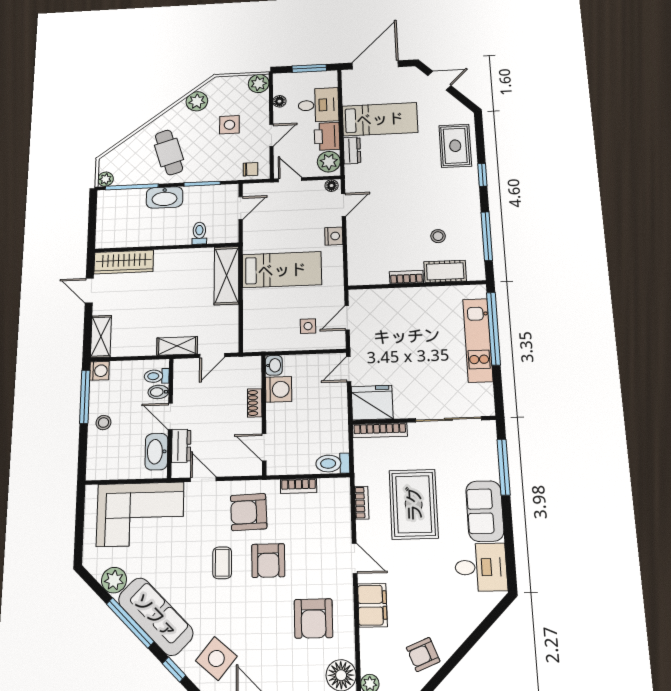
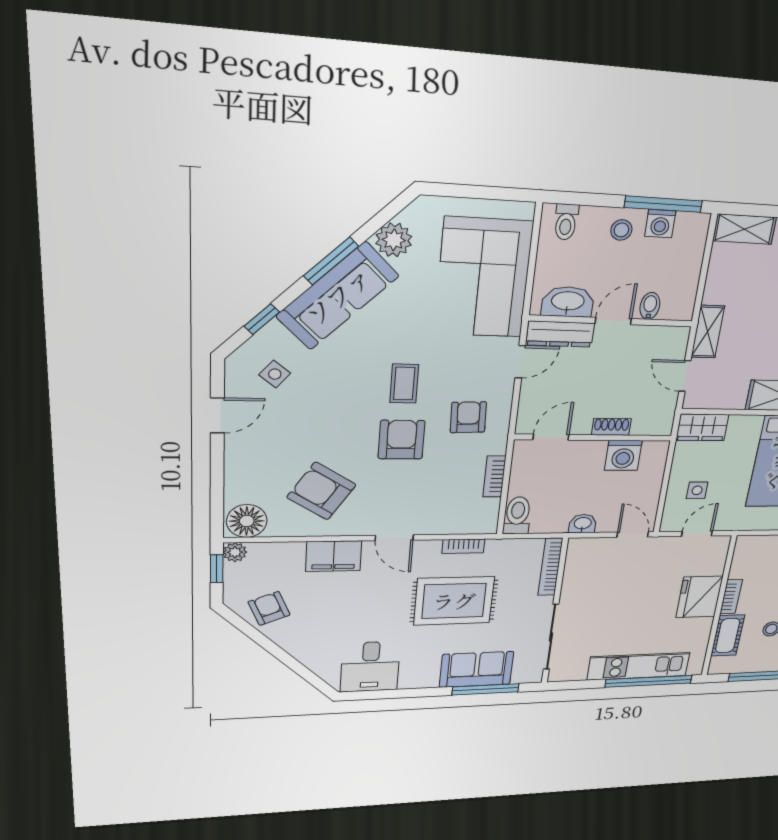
door: (347, 318) -> (697, 534), hinge flipped
wardrobe: (254, 334) -> (702, 427), added
washbasin: (274, 365) -> (583, 524), moved, turned 180
washing machine: (99, 371) -> (660, 224), moved
toilet: (157, 376) -> (566, 222), moved, turned 180
fridge: (372, 403) -> (699, 597), moved, turned 180
dresser: (181, 446) -> (560, 334), width x1.44
sofa: (485, 511) -> (477, 669), moved
armchair: (249, 512) -> (468, 417), width x0.72, depth x0.72
door: (355, 558) -> (394, 538), hinge flipped
armchair: (268, 561) -> (402, 440), turned 90
coffee table: (222, 563) -> (404, 384), turned 90
armchair: (313, 618) -> (321, 491), turned 33
window: (130, 623) -> (331, 261), width x0.69
side table: (216, 658) -> (275, 374), width x0.54, depth x0.54

